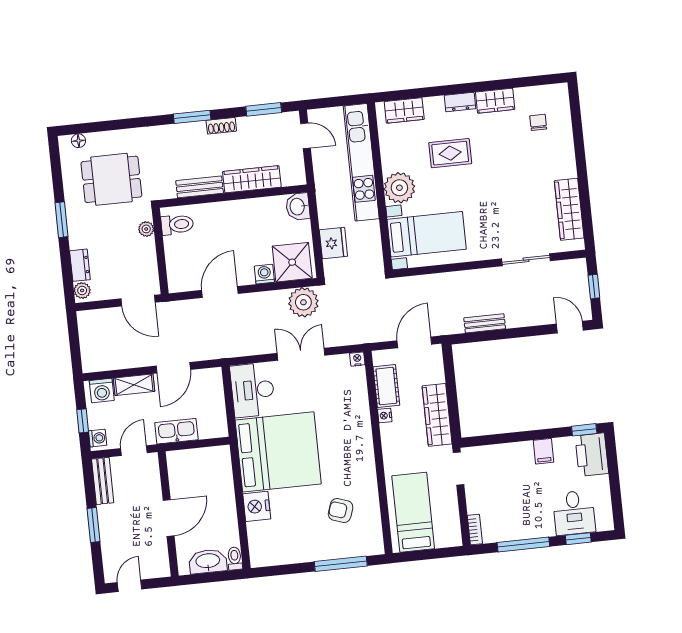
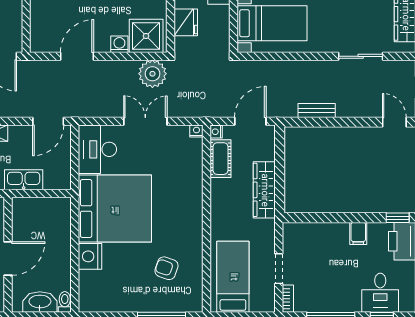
door: (173, 368) -> (48, 121), moved
nightstand: (385, 416) -> (216, 132), moved
doorway: (459, 469) -> (279, 269), moved

